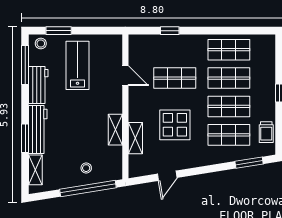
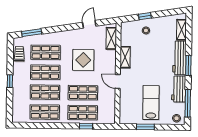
window: (59, 31) -> (145, 127), moved
shop shelf: (175, 50) -> (83, 113), added
lab bench: (78, 65) -> (151, 103), turned 180
door: (125, 76) -> (118, 81), moved
window: (25, 138) -> (188, 65), moved
shelving: (135, 138) -> (111, 38), moved
window: (88, 188) -> (145, 16), width x0.32

